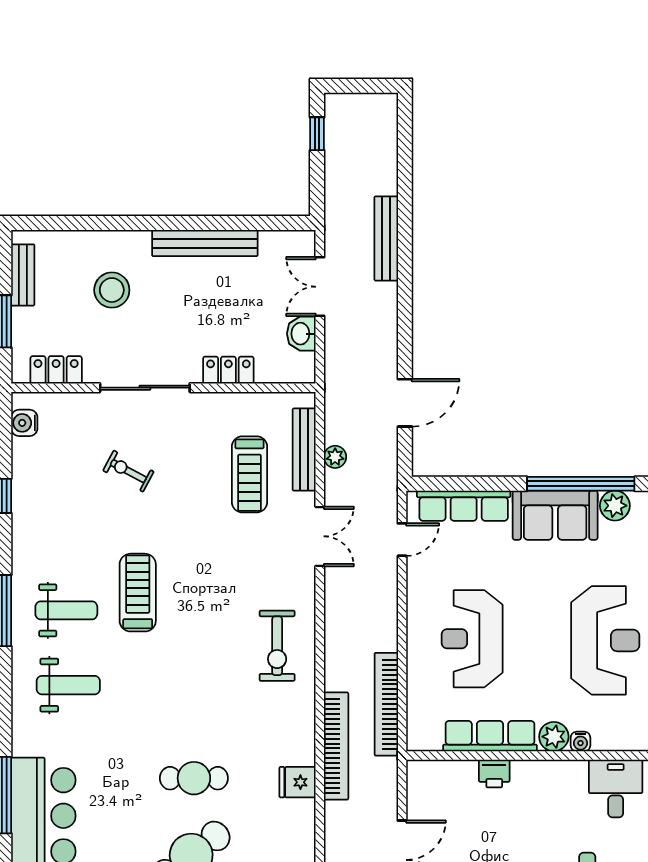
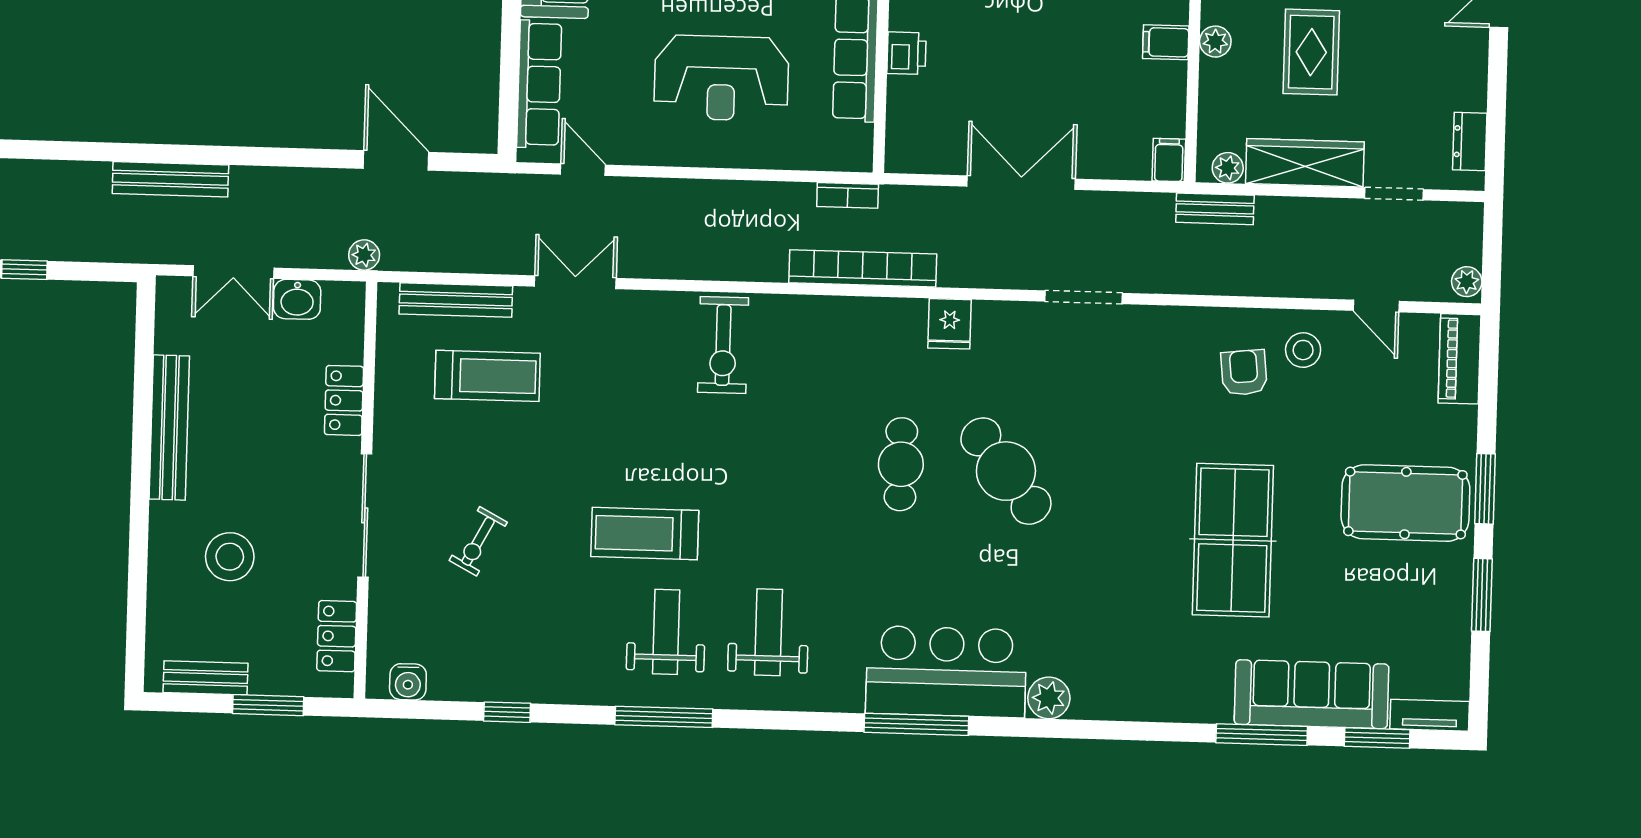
plant: (335, 457) -> (364, 255), moved
exercise bike: (277, 646) -> (723, 345), turned 90
bookcase: (386, 704) -> (848, 195), width x0.43, depth x0.76
fridge: (298, 782) -> (950, 324), moved

